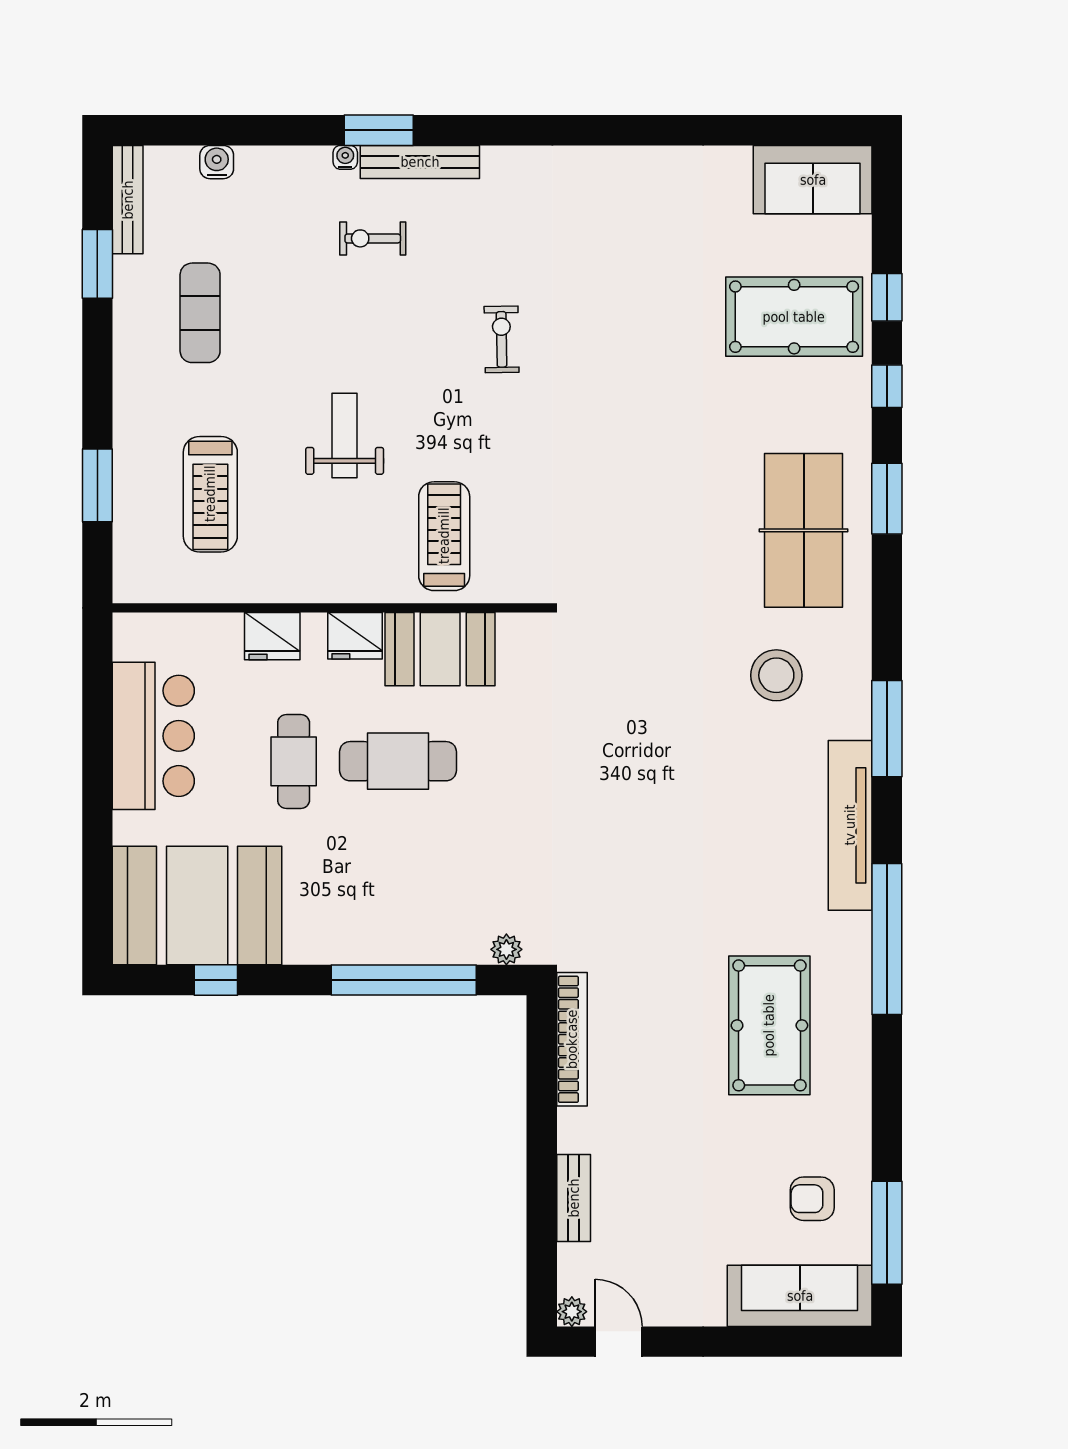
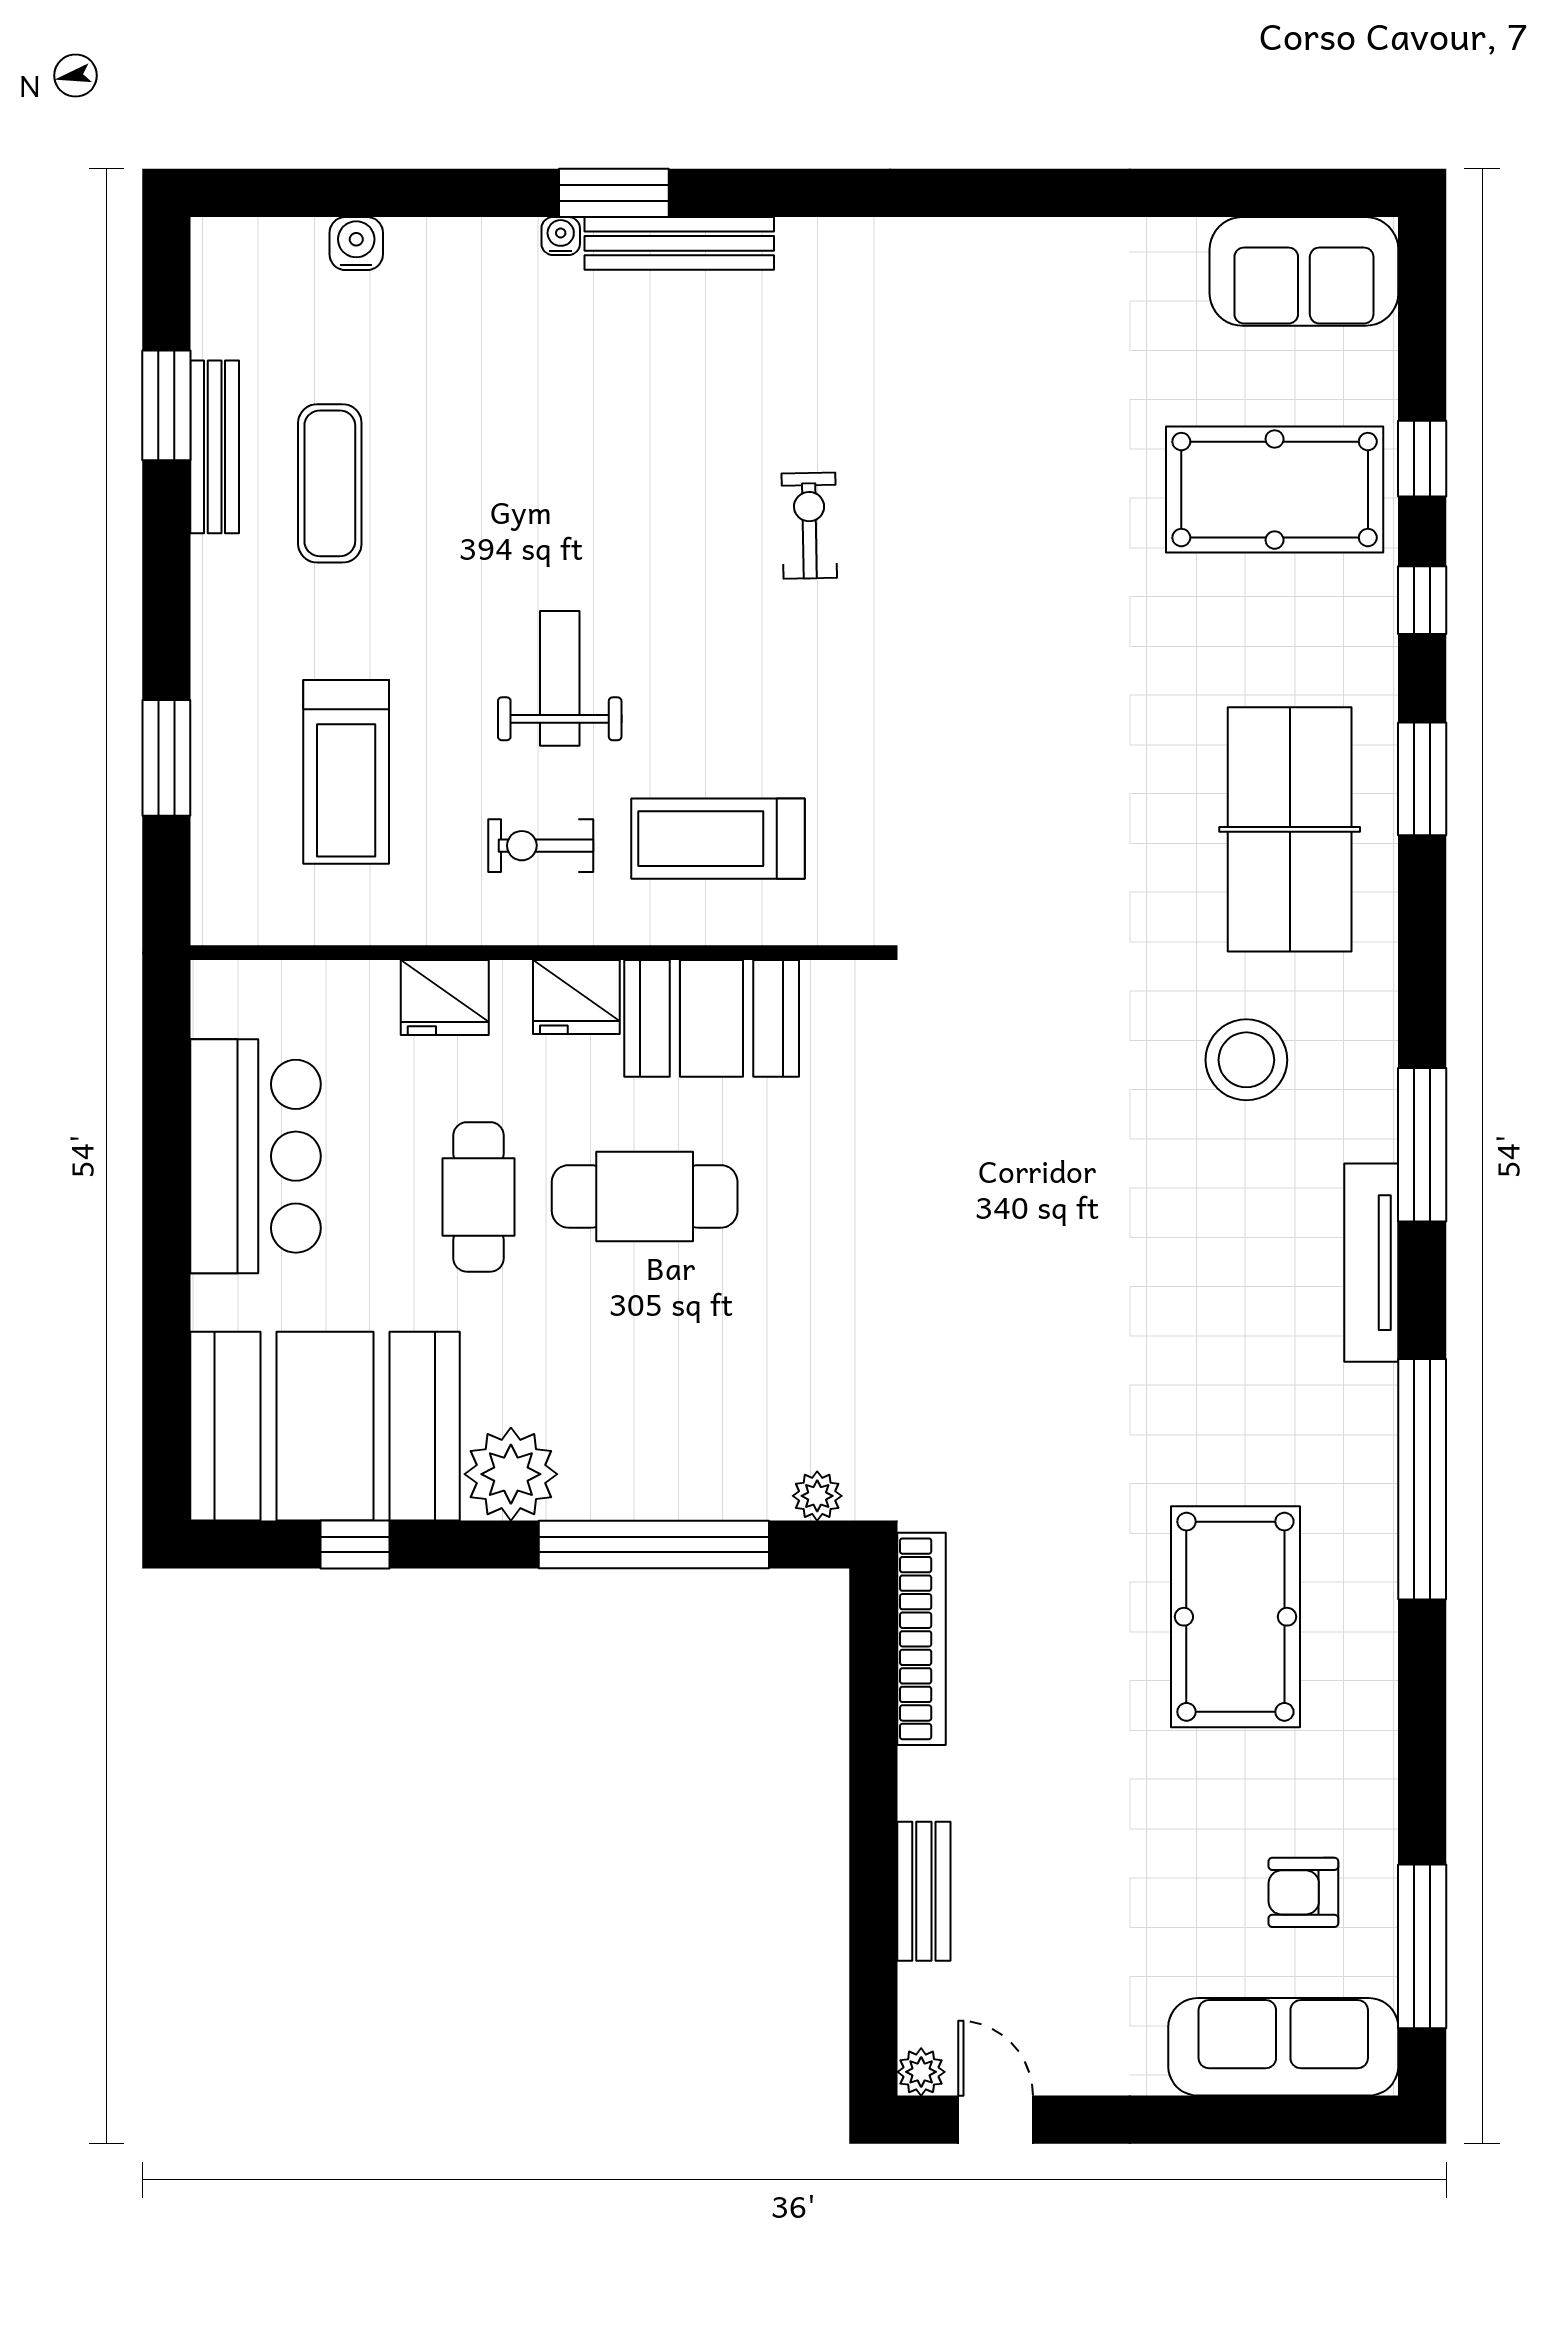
bench: (128, 200) -> (215, 447), moved
exercise bike: (373, 238) -> (541, 846), moved
treadmill: (444, 536) -> (718, 839), turned -90
tv unit: (850, 825) -> (1371, 1263), width x0.73, depth x0.78
plant: (314, 936) -> (511, 1474), added

